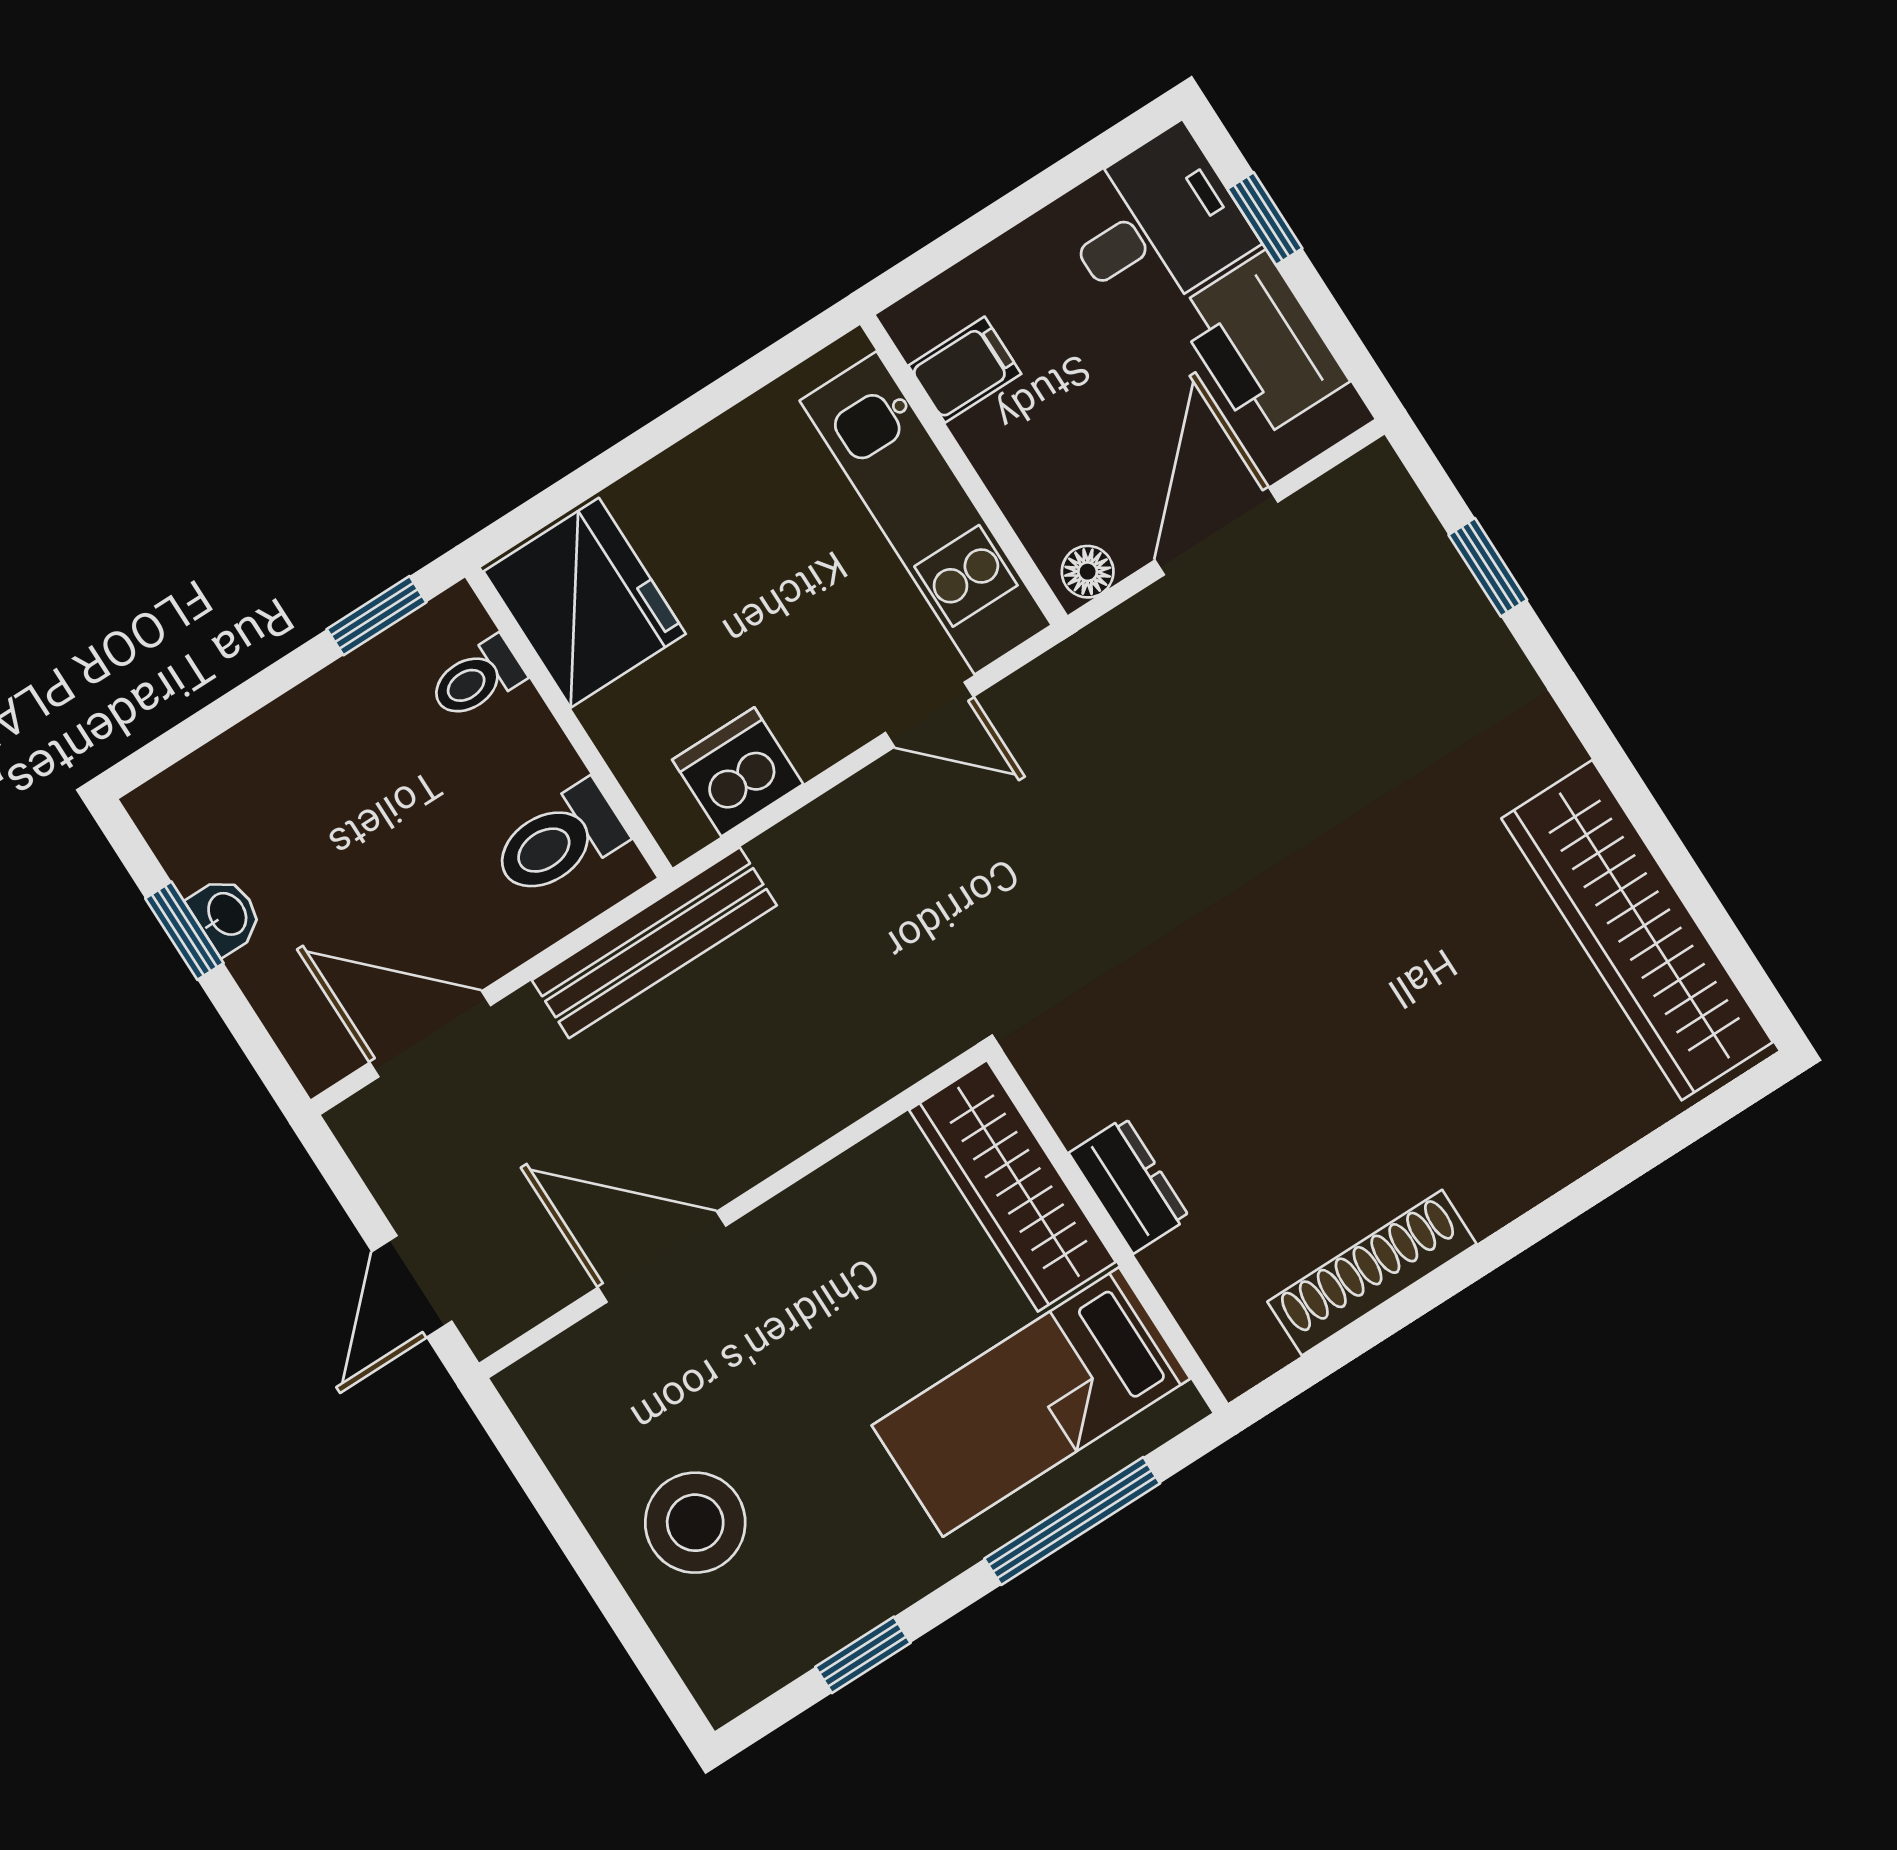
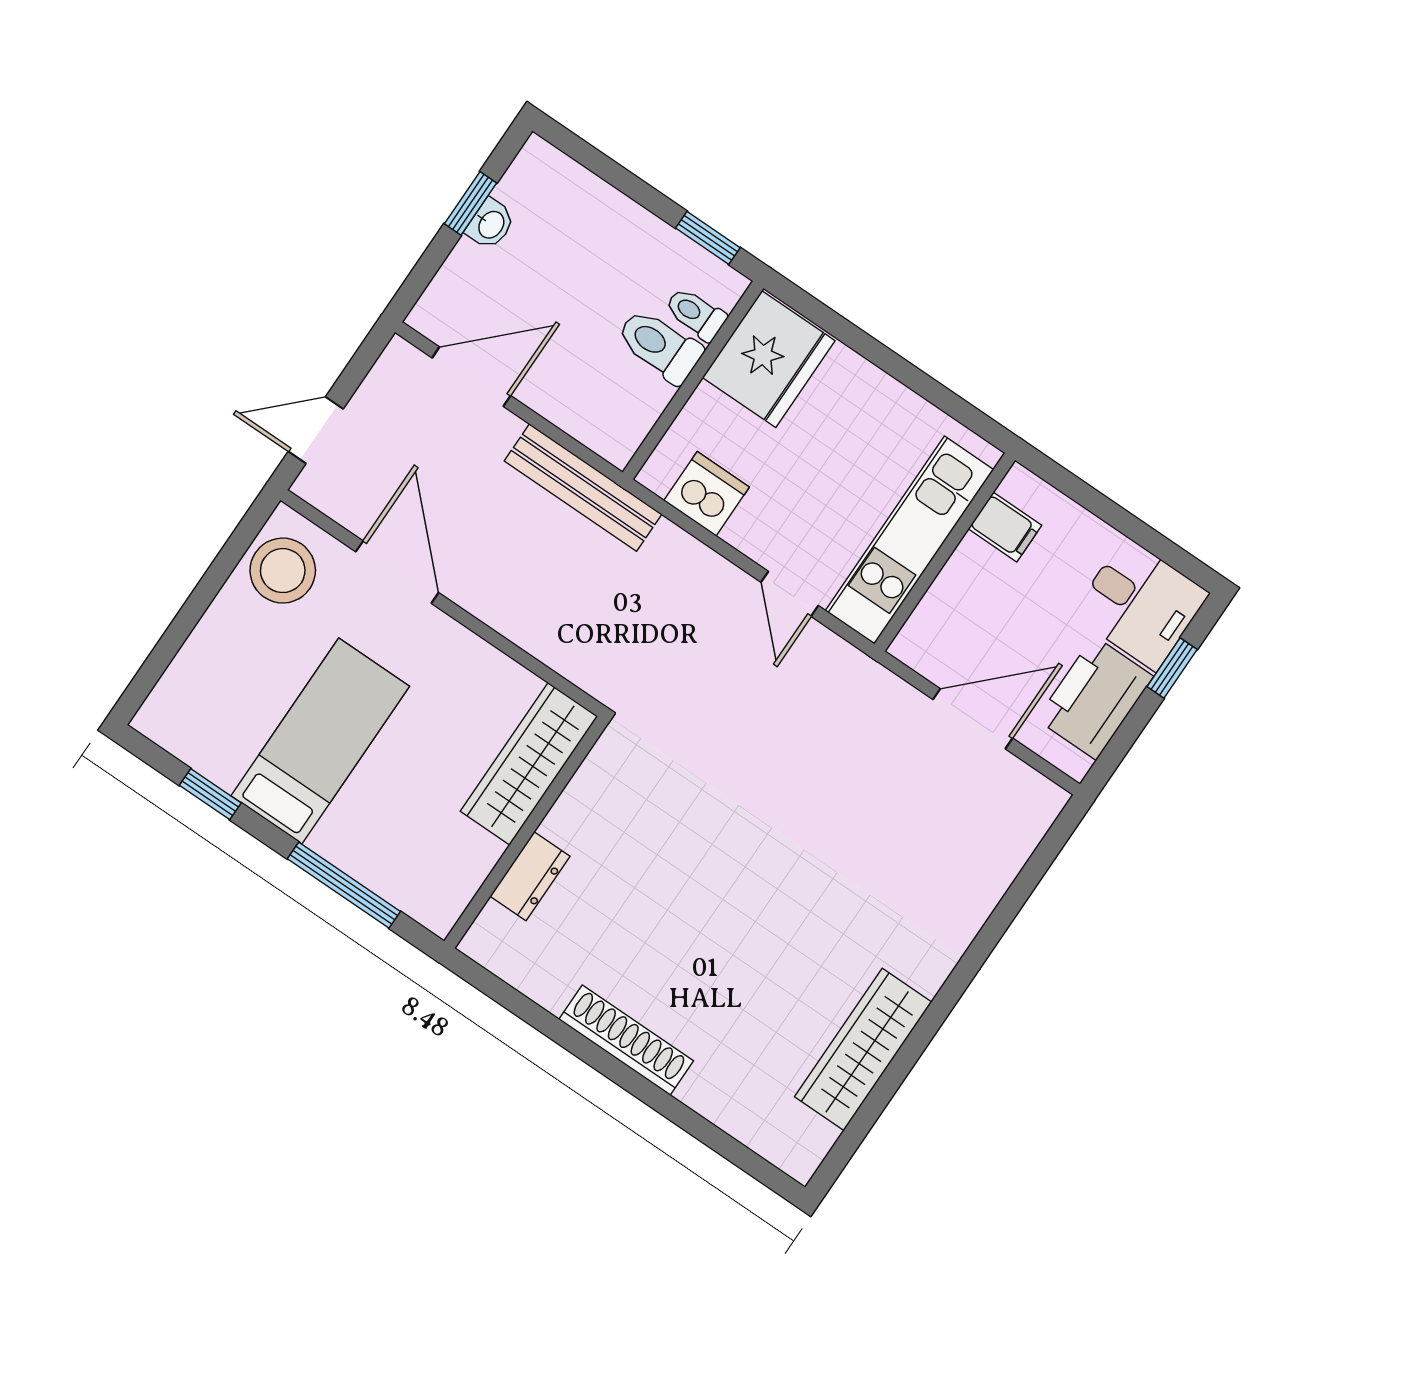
window: (1488, 567) -> (1020, 890), removed
floor lamp: (1088, 572) -> (916, 652), removed
toilet: (559, 841) -> (660, 346), moved
wardrobe: (1637, 930) -> (863, 1049), width x0.71, depth x0.85
door: (430, 1034) -> (471, 377), hinge flipped
dresser: (1129, 1185) -> (530, 876), moved
shoe rack: (1372, 1273) -> (626, 1040), moved
bed: (1031, 1402) -> (320, 741), moved, turned 90
stool: (695, 1523) -> (283, 571), moved

